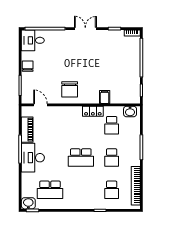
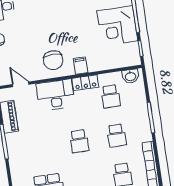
corner desk: (126, 69) -> (117, 26), added
filing cabinet: (105, 97) -> (80, 66), moved
desk: (33, 158) -> (55, 95), moved, turned 90
school desk: (81, 158) -> (79, 141), width x0.54

